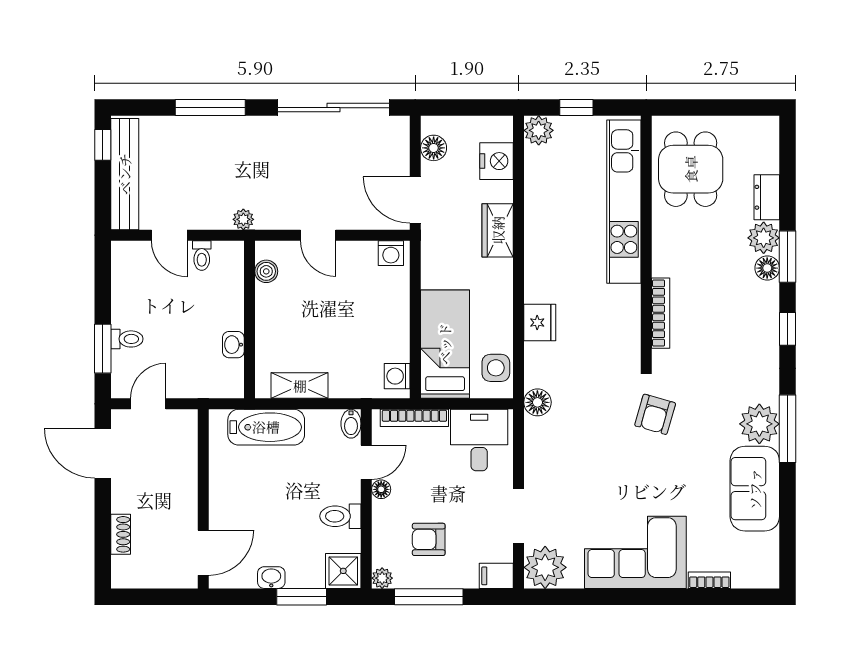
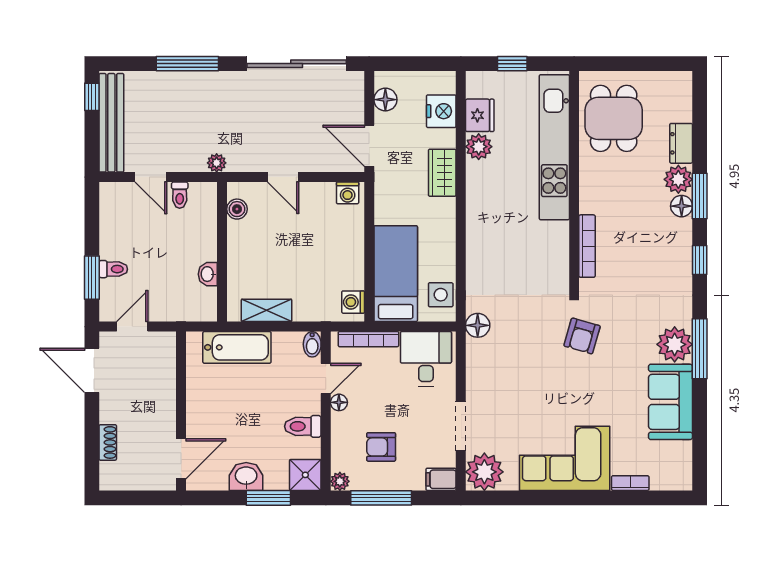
plant: (539, 130) -> (479, 147), moved
fridge: (540, 323) -> (480, 115), moved
washbasin: (271, 578) -> (246, 476), width x1.38, depth x1.45

